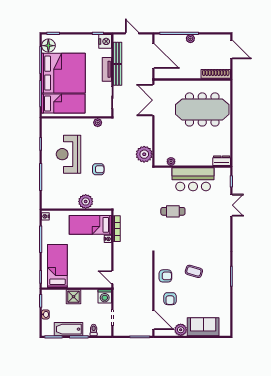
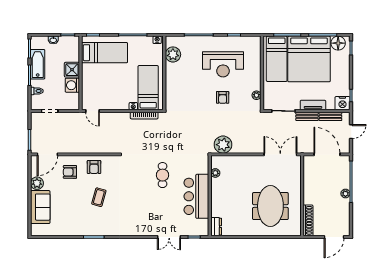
door: (153, 56) -> (327, 154), swing flipped
meeting table: (202, 109) -> (270, 206), width x0.73
reception desk: (68, 154) -> (223, 64), turned 180
armchair: (98, 169) -> (223, 97), moved
plant: (86, 201) -> (173, 54), moved
door: (112, 277) -> (93, 111), swing flipped
washing machine: (105, 296) -> (72, 85), moved

